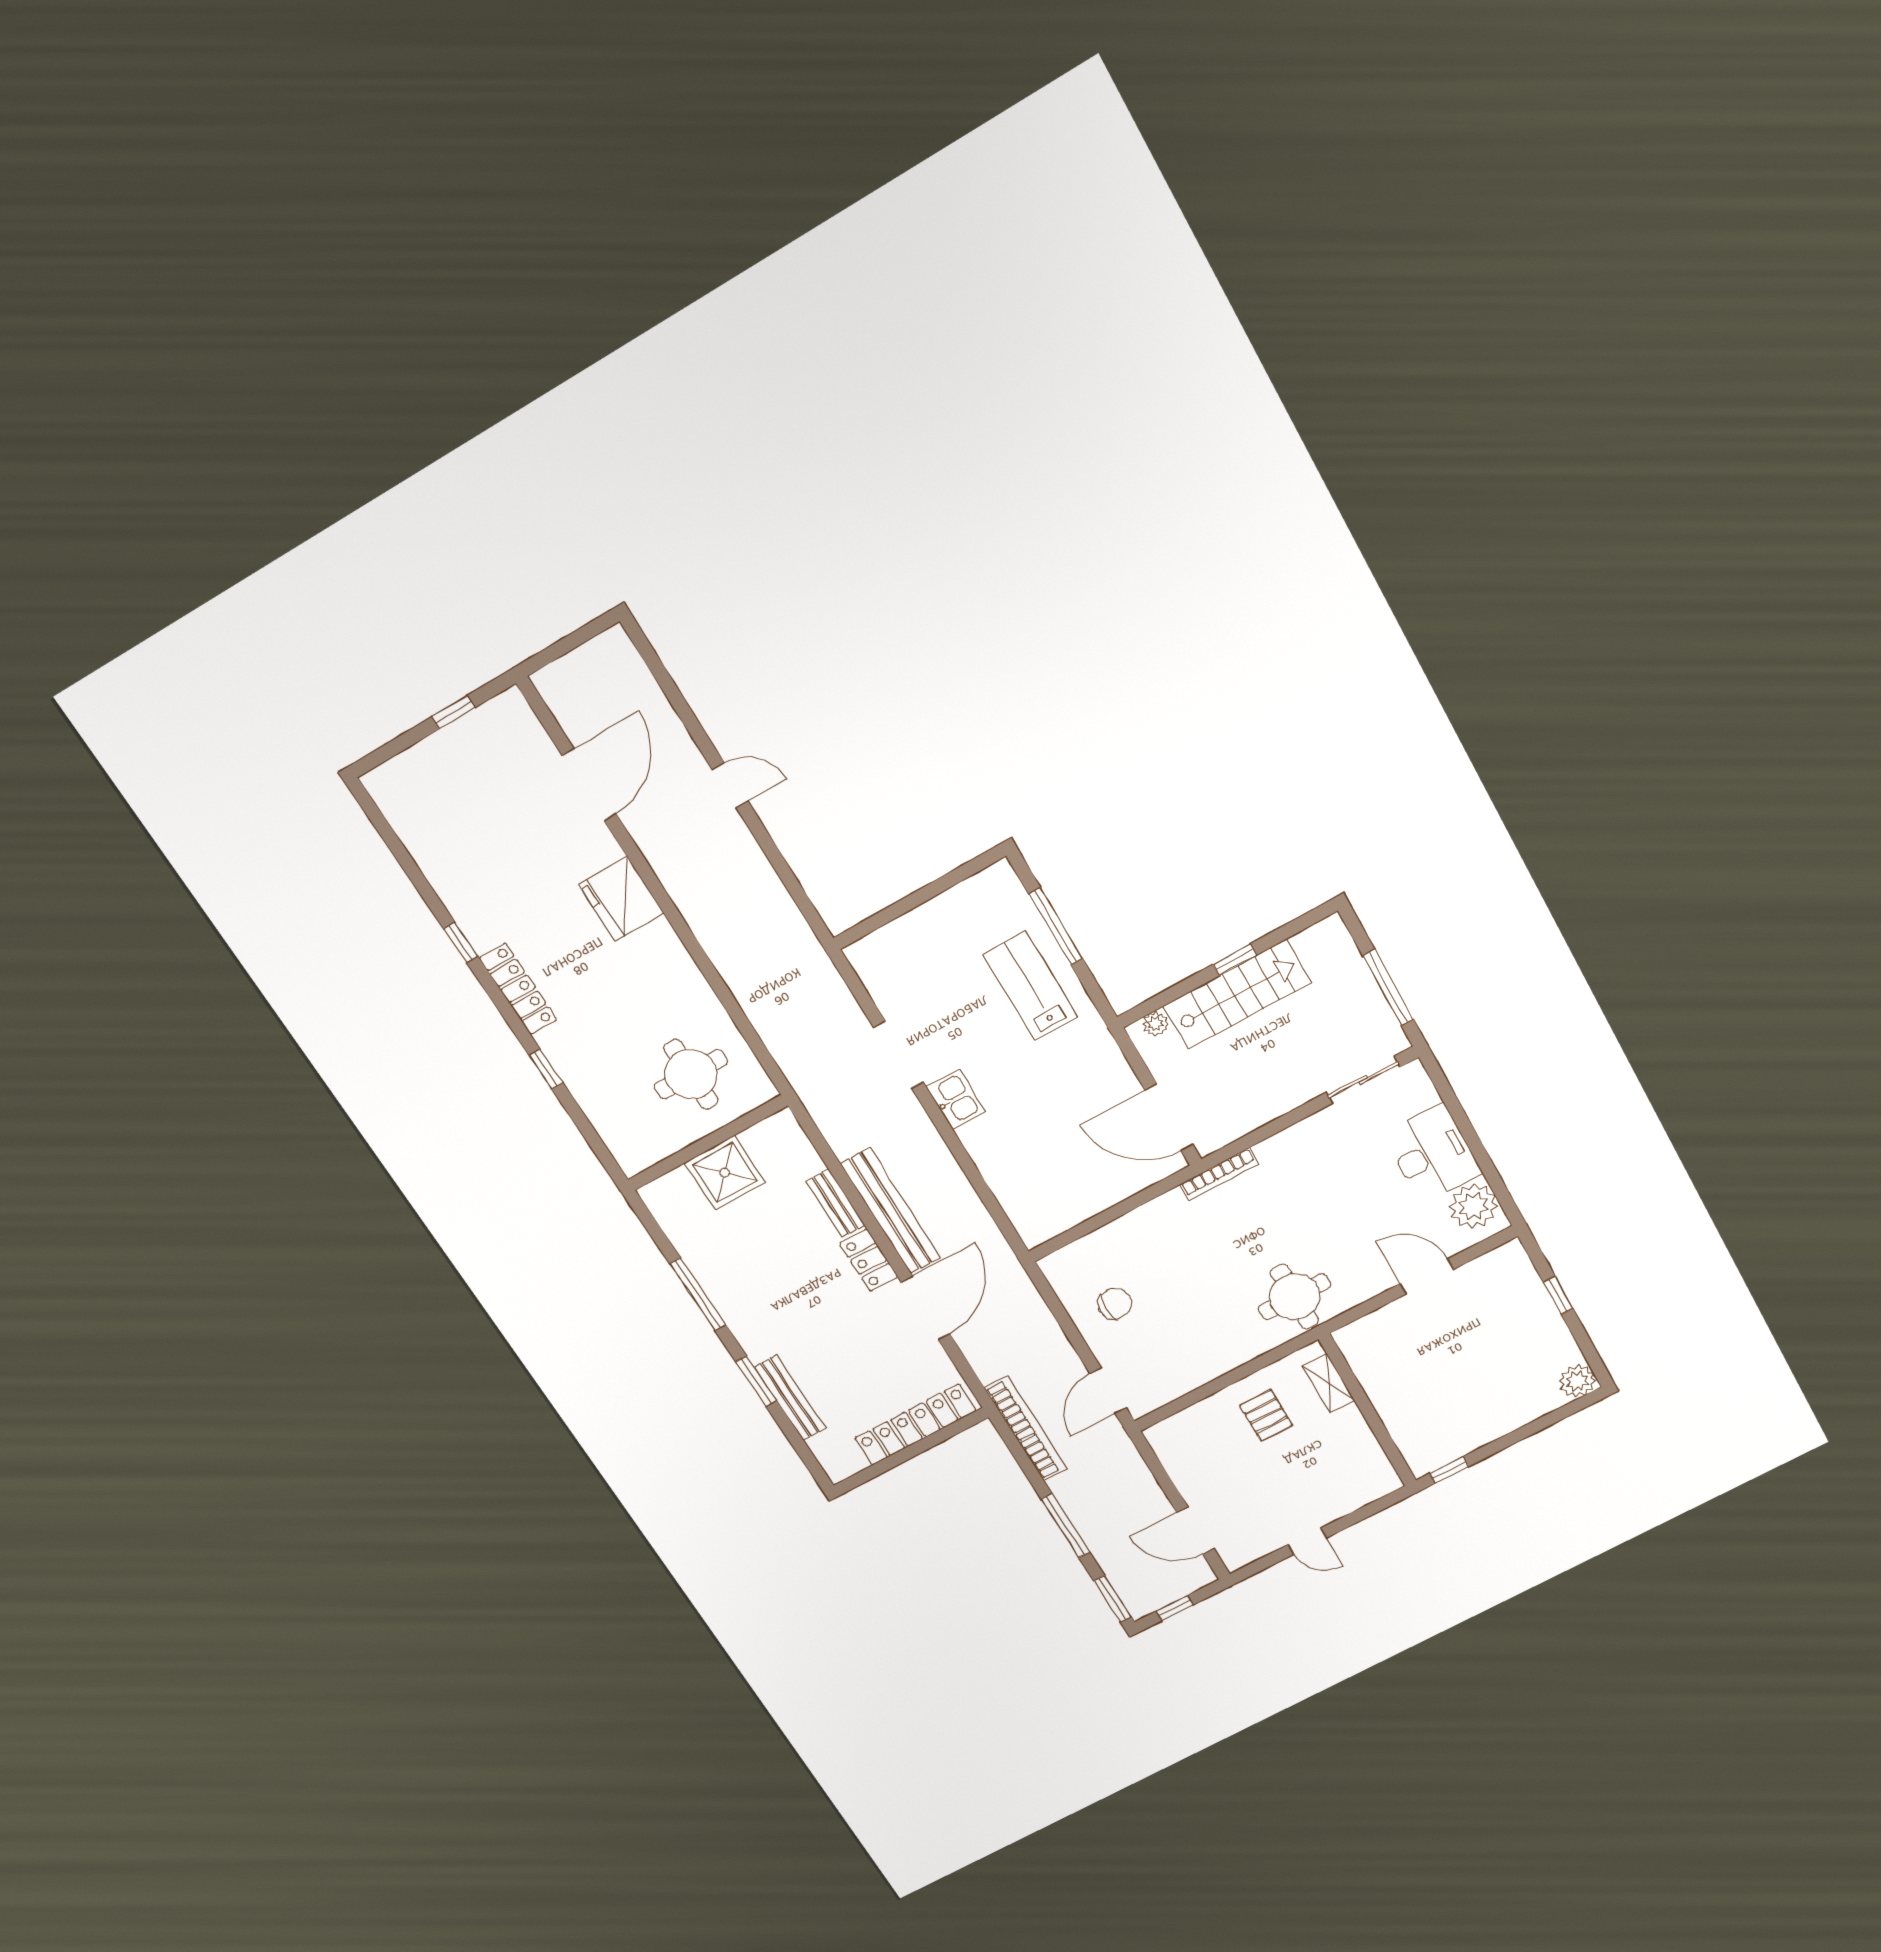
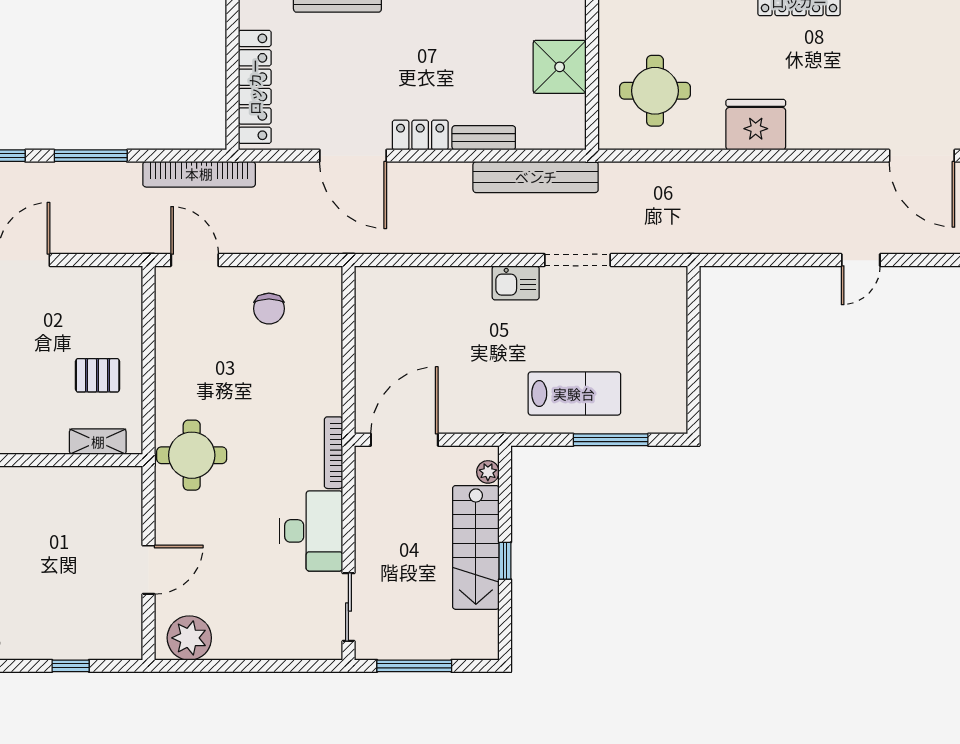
fridge: (621, 899) -> (756, 125), moved
desk: (1432, 1154) -> (311, 531), moved, turned -90
bench: (890, 1211) -> (536, 177), moved

